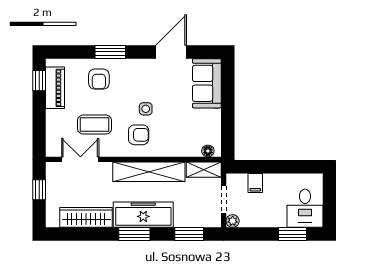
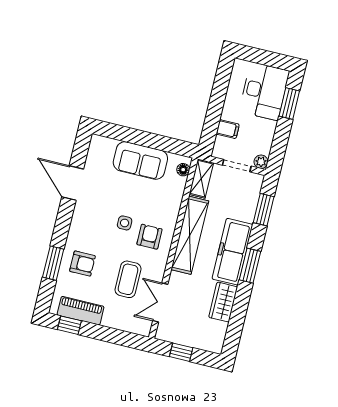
window: (110, 52) -> (53, 263), moved
sofa: (207, 83) -> (140, 160), moved
desk: (305, 208) -> (264, 91), width x1.37
wardrobe: (86, 217) -> (223, 302), width x0.67

